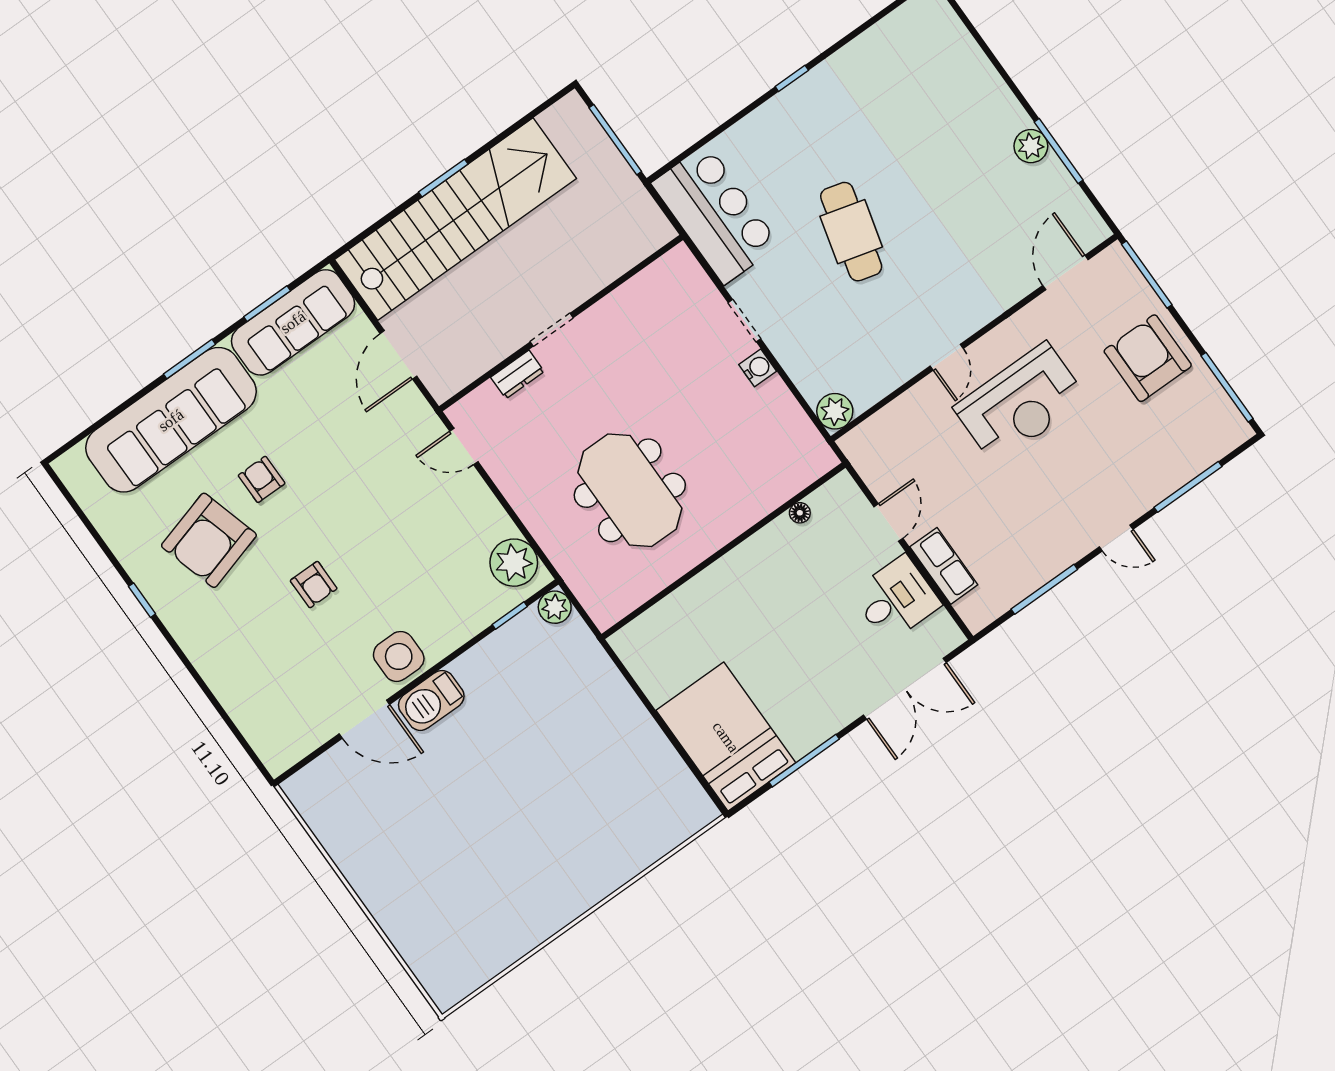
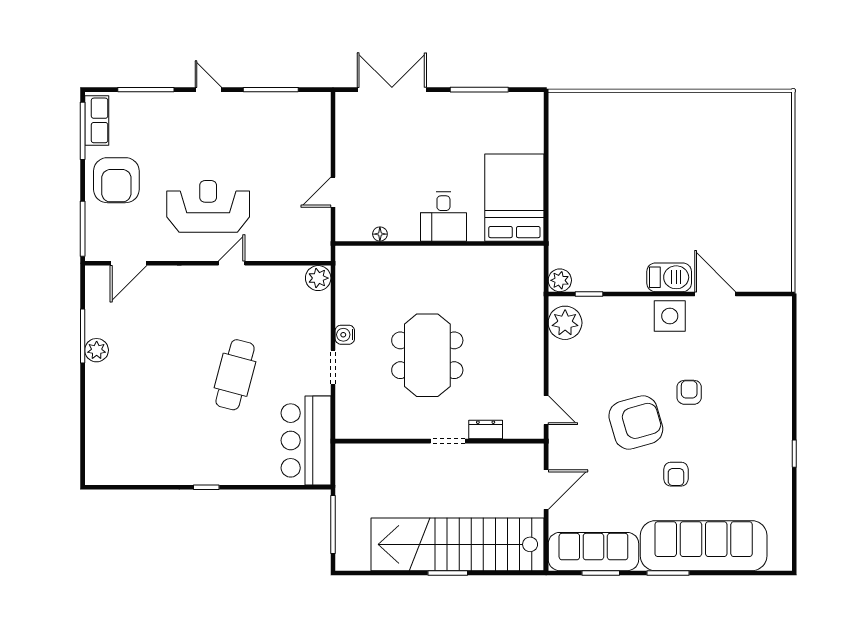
meeting table: (630, 490) -> (427, 355), moved
armchair: (209, 540) -> (636, 422), moved
row of seats: (944, 566) -> (97, 120), moved, turned 180
desk: (896, 599) -> (443, 217), moved, turned -90
bed: (726, 737) -> (514, 198), moved, turned 180

